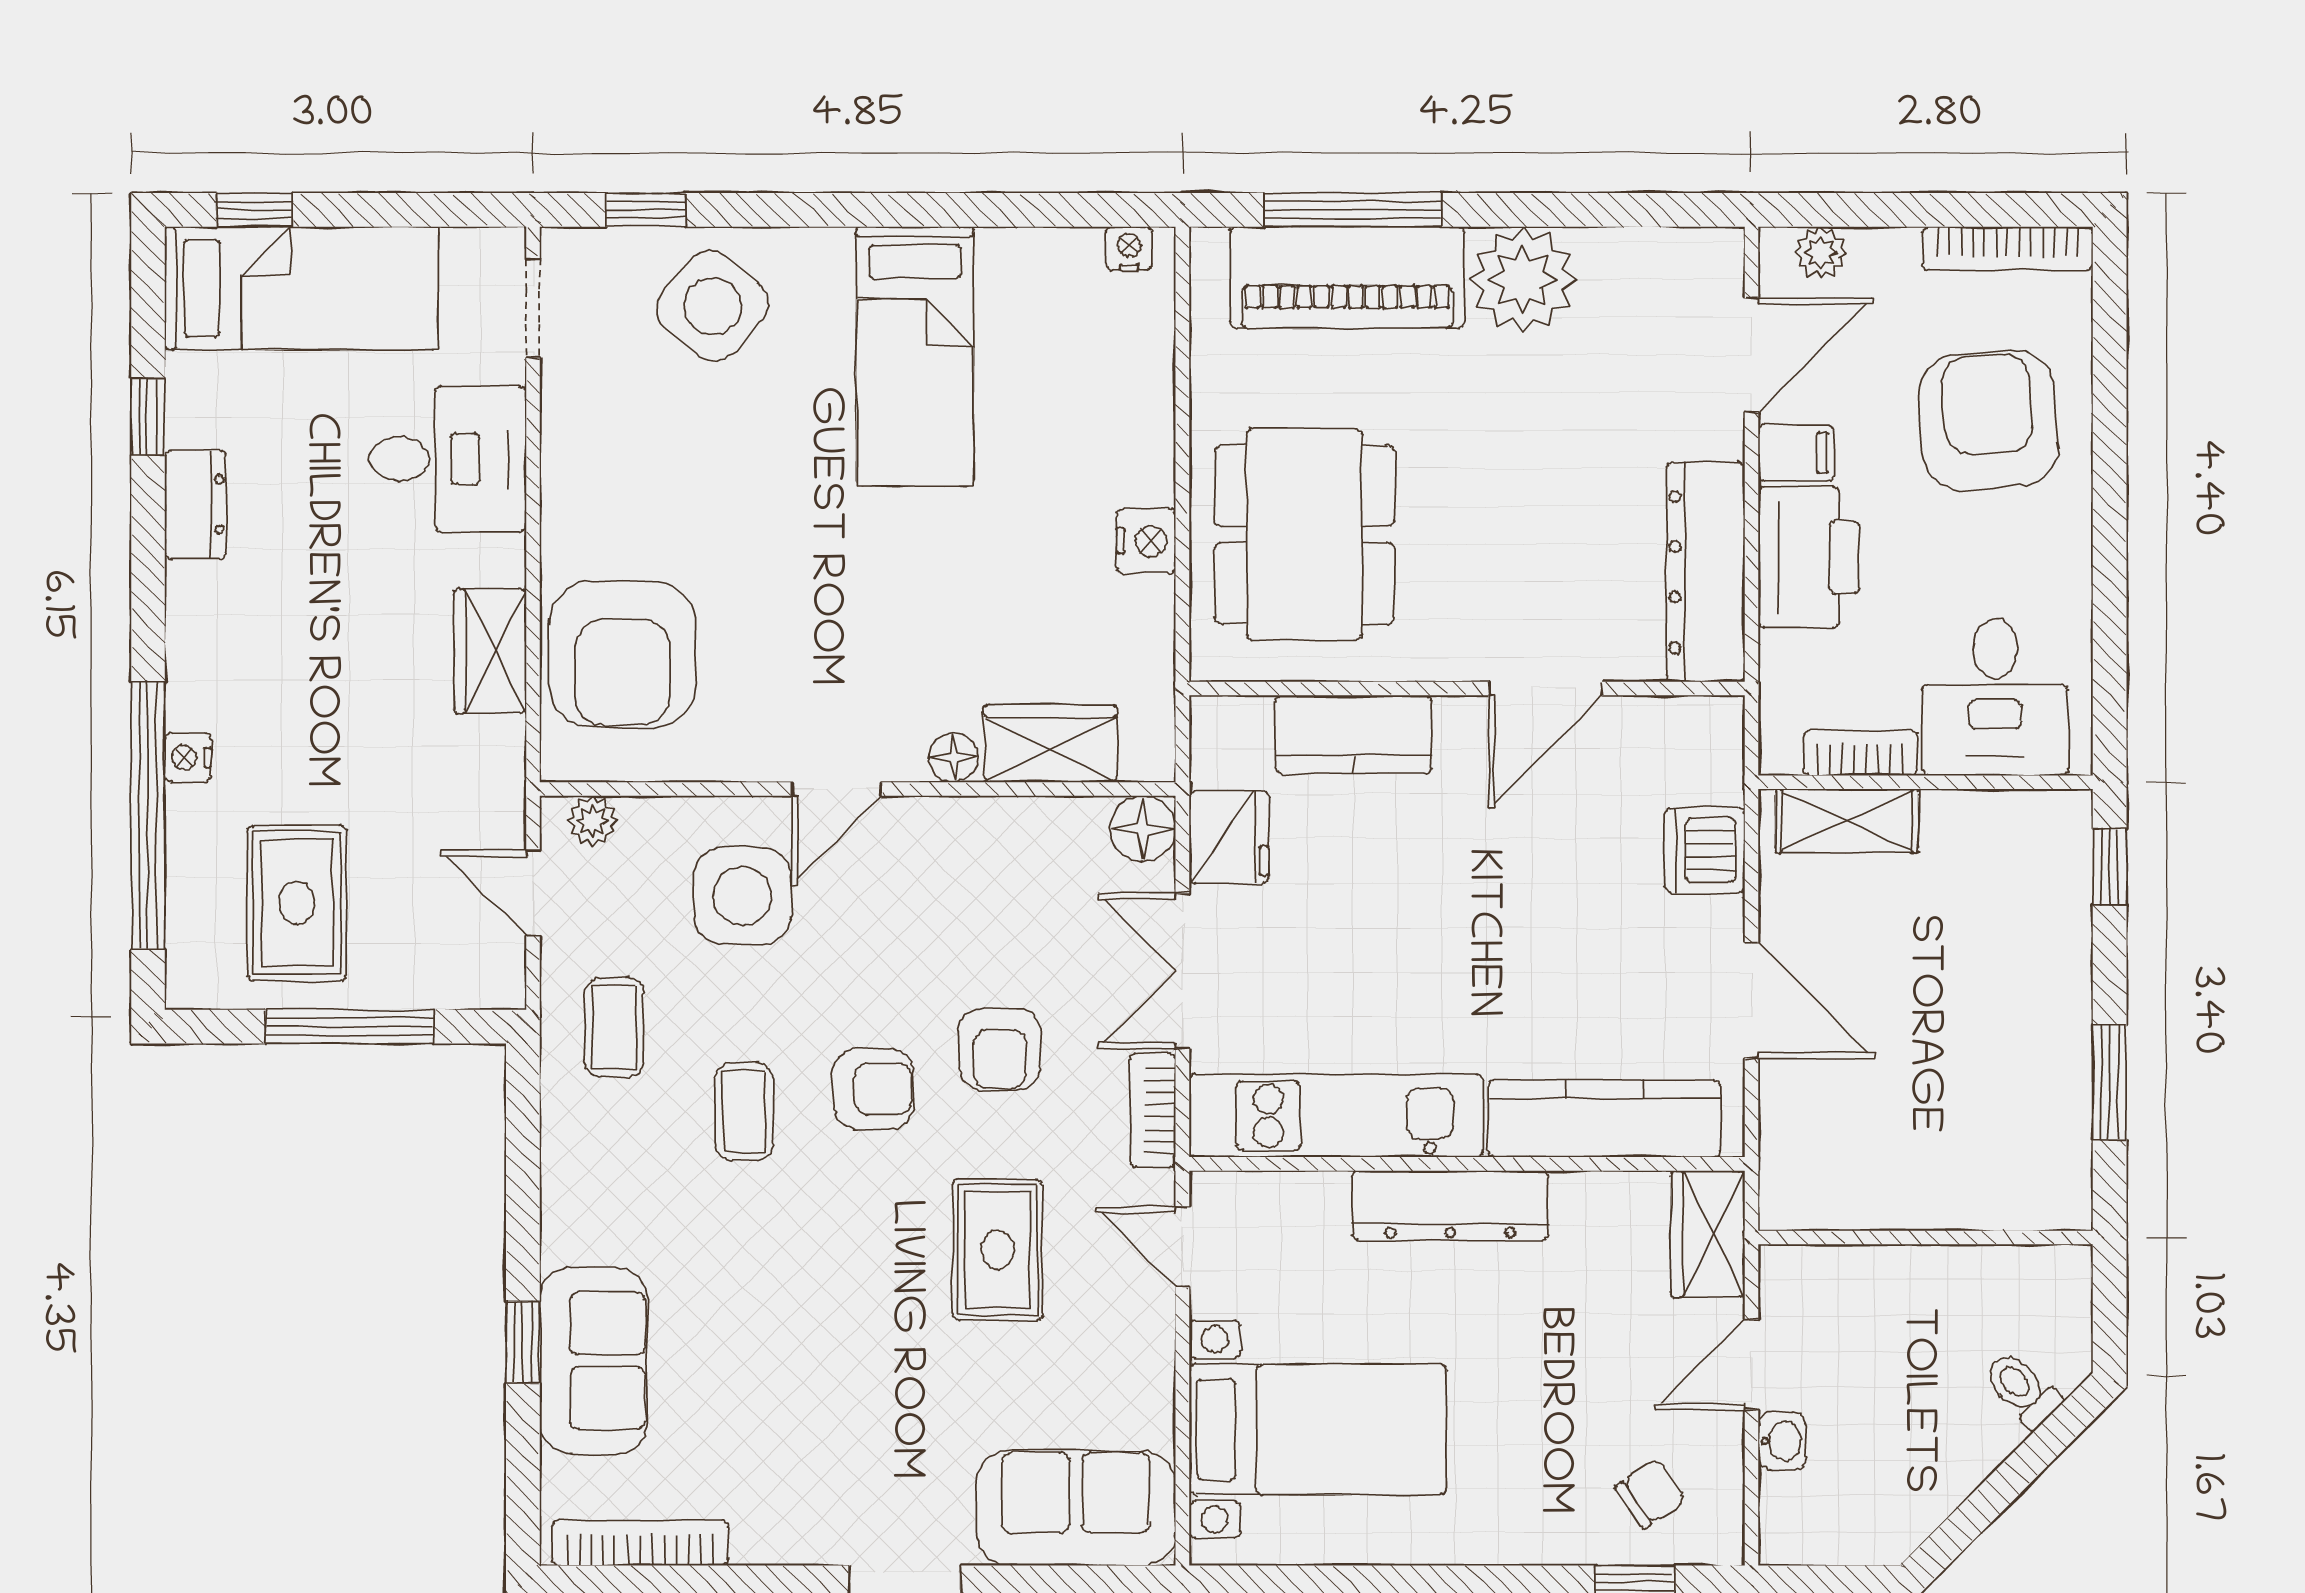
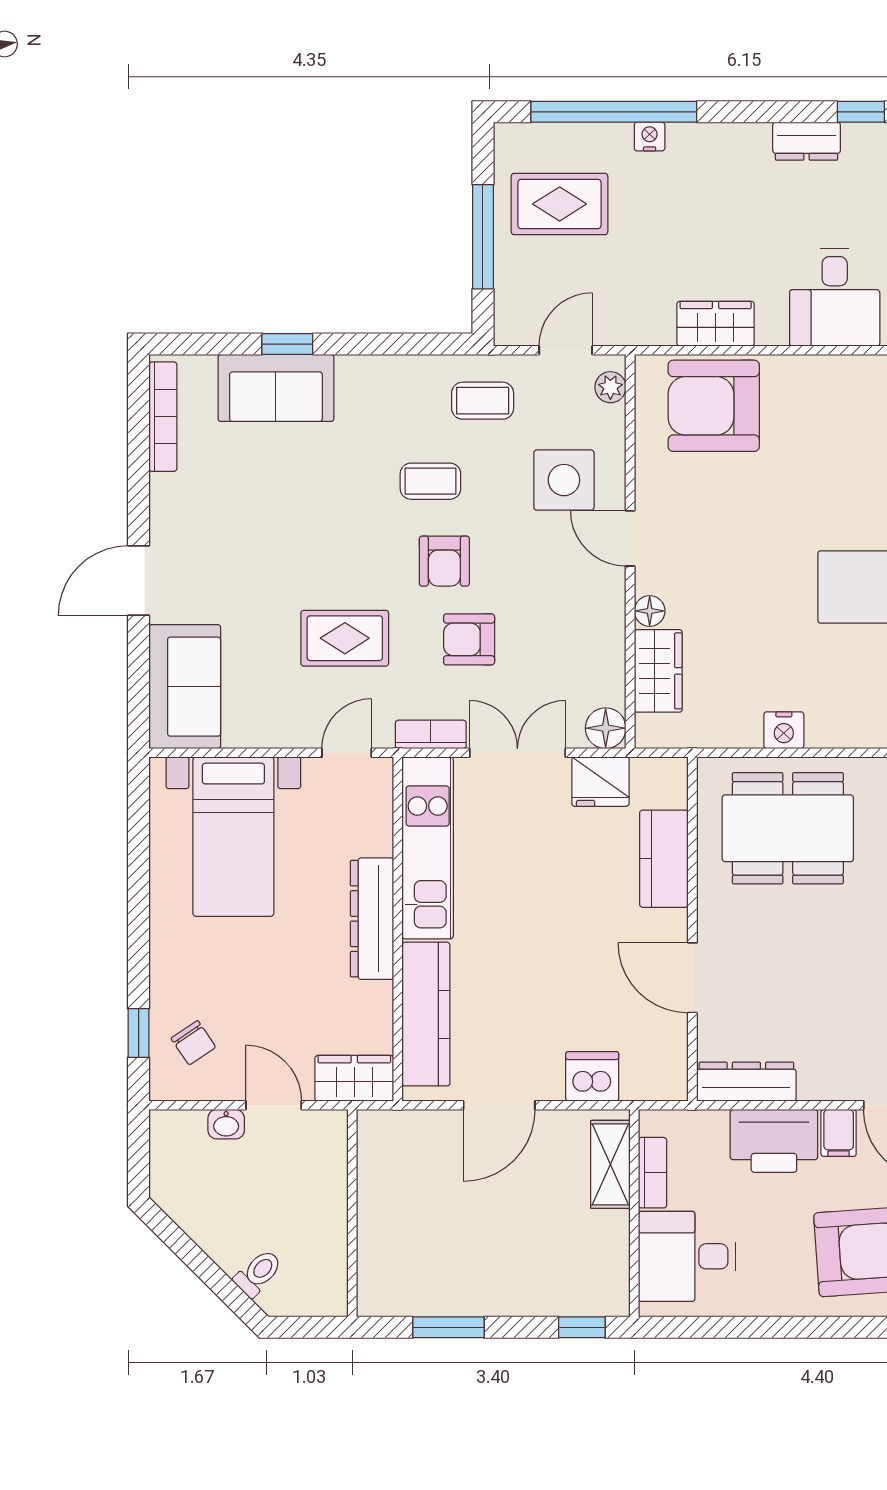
dresser: (1706, 572) -> (746, 1082), width x0.73, depth x0.80

